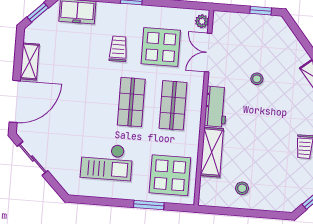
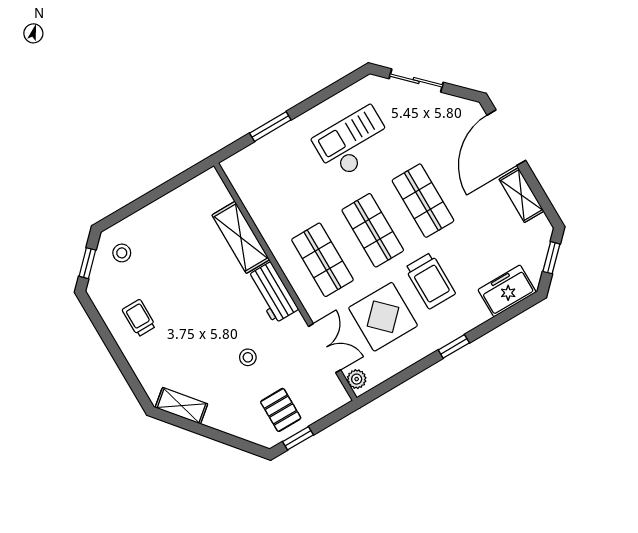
pallet: (259, 34) -> (281, 410), added
trolley: (118, 49) -> (430, 281), width x1.36, depth x1.39
shop shelf: (90, 99) -> (423, 201), added
sliding door: (33, 158) -> (416, 81), moved
display table: (170, 175) -> (270, 177), removed
stool: (242, 188) -> (122, 253), moved

